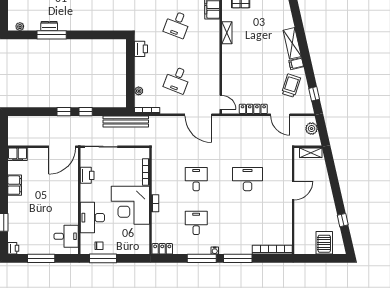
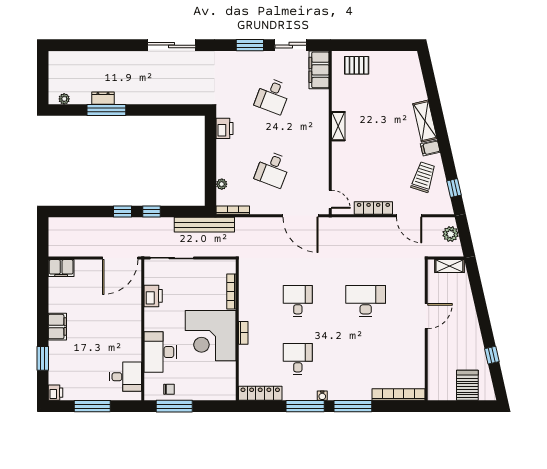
shelving: (227, 33) -> (338, 126), moved
filing cabinet: (15, 185) -> (57, 327), moved
locker: (162, 249) -> (260, 393), width x1.53

